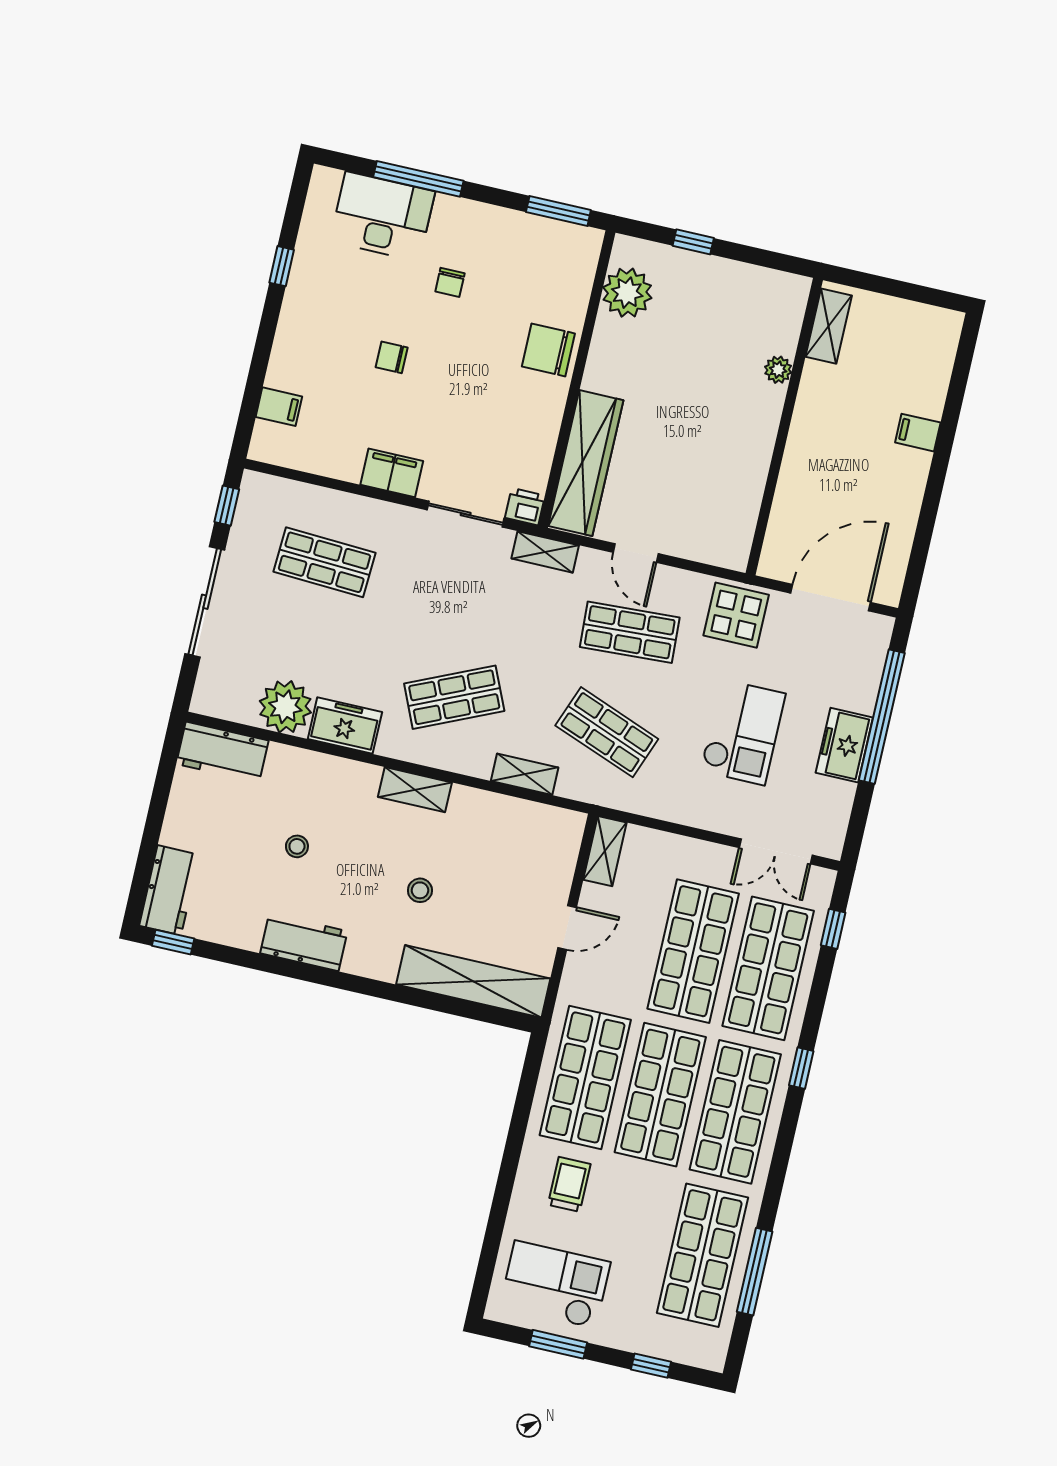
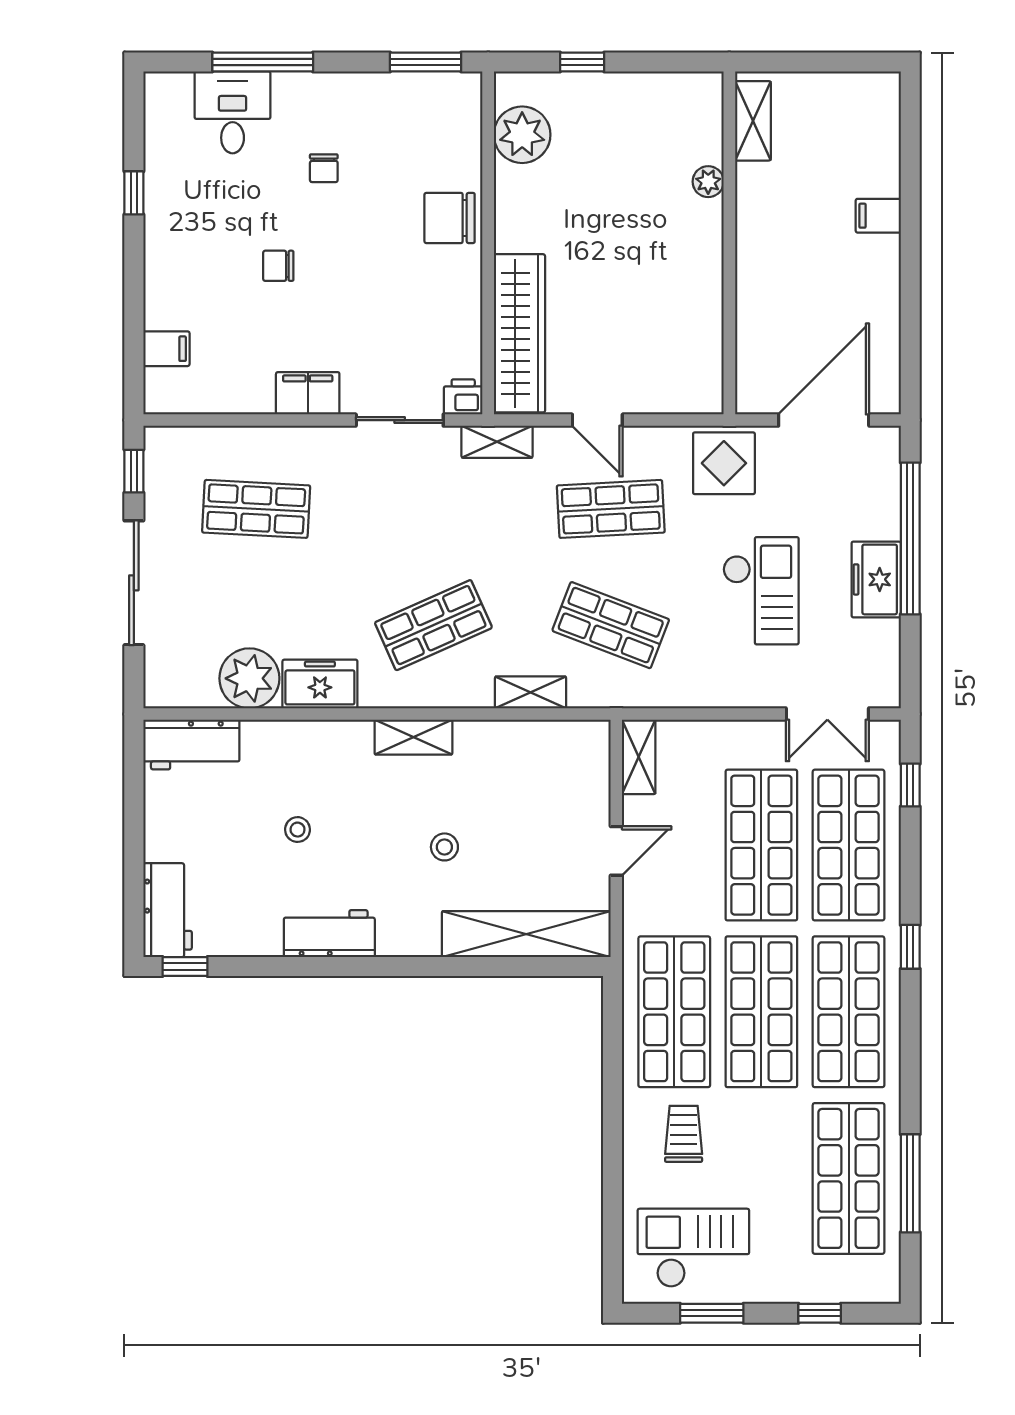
desk: (382, 216) -> (233, 112), width x0.73

